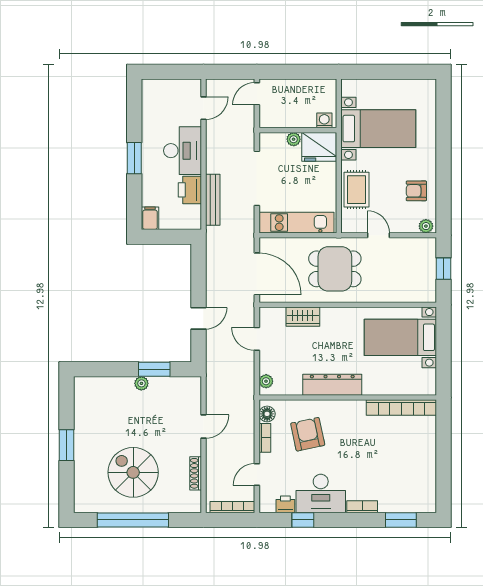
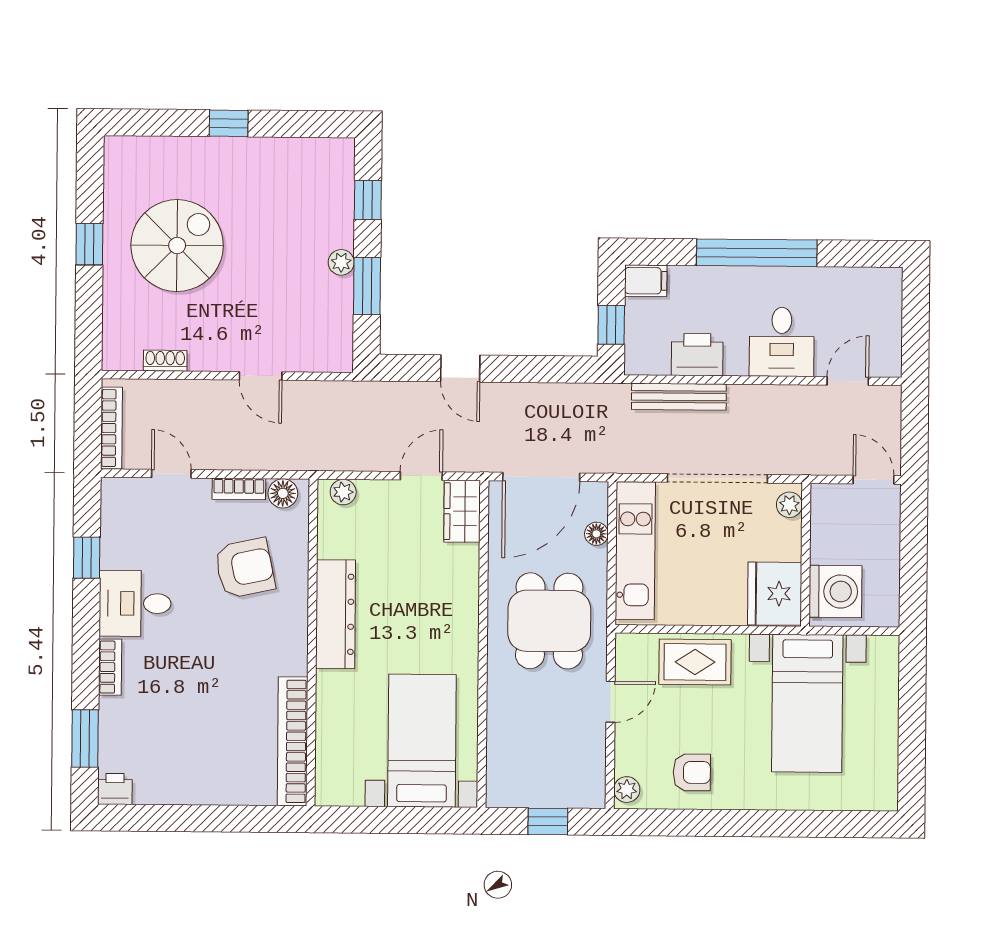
door: (203, 108) -> (848, 381), swing flipped
washing machine: (324, 120) -> (835, 591), width x1.89, depth x1.89
plant: (294, 139) -> (789, 505), moved
desk: (182, 151) -> (782, 342), width x0.73
window: (134, 158) -> (757, 253), width x2.11
armchair: (416, 191) -> (692, 772), turned 90
window: (174, 237) -> (611, 325), added
floor lamp: (287, 244) -> (596, 534), added
wardrobe: (303, 317) -> (462, 511), moved
window: (108, 369) -> (368, 200), added
window: (67, 445) -> (229, 123), width x0.67
shoe rack: (196, 473) -> (165, 361), width x0.70
desk: (321, 493) -> (135, 603), width x0.73
printer: (285, 504) -> (115, 789), moved, turned -90
window: (133, 520) -> (89, 244), width x0.32

